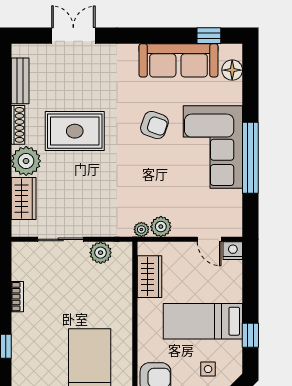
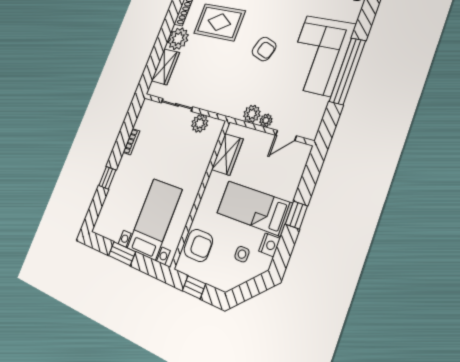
armchair: (154, 125) -> (264, 49), moved
plant: (141, 229) -> (266, 120), moved
door: (209, 239) -> (286, 136), hinge flipped
nightstand: (233, 251) -> (269, 245), moved, turned 90
window: (250, 335) -> (296, 215), moved

